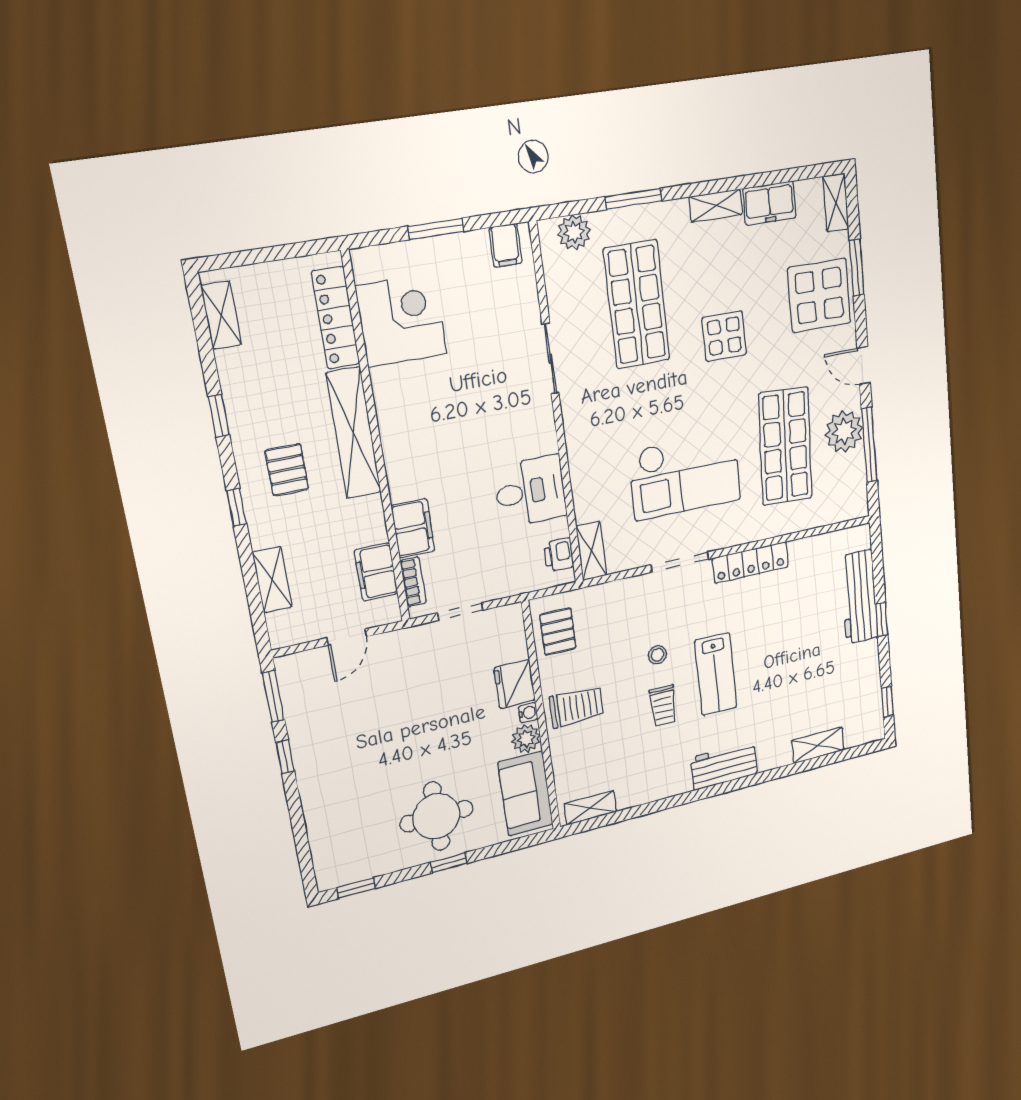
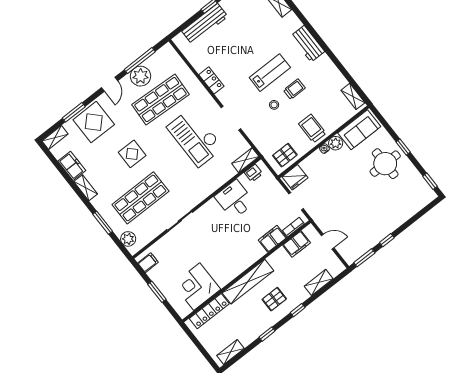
checkout: (685, 476) -> (195, 137), turned 180
locker: (750, 563) -> (211, 80), width x0.66
fridge: (515, 684) -> (295, 177), moved

